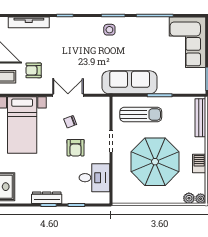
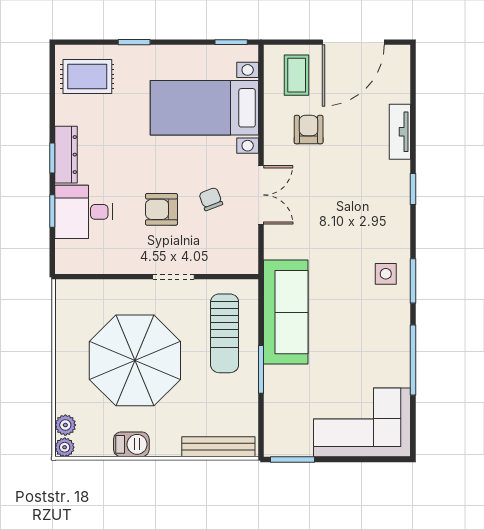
tv unit: (29, 22) -> (400, 132), width x0.71
desk: (94, 178) -> (84, 212), moved, turned 90

